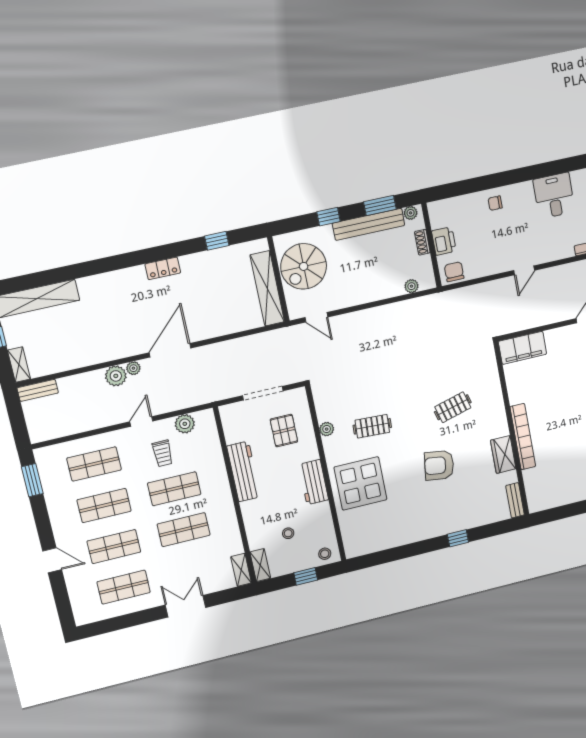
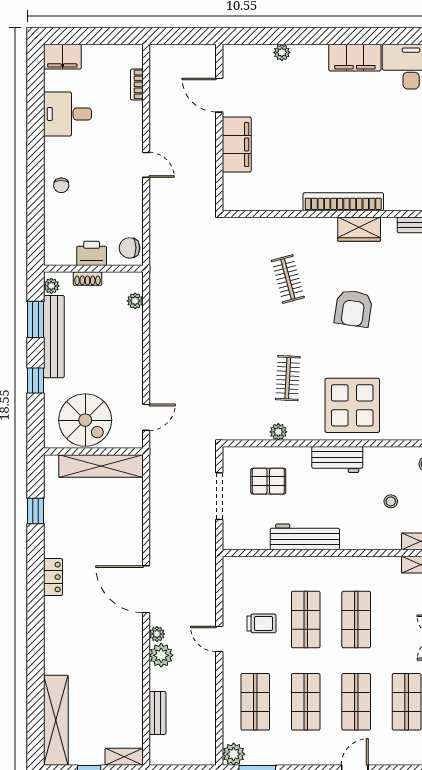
filing cabinet: (522, 348) -> (237, 144), moved
bench: (38, 390) -> (157, 713), moved
plant: (185, 424) -> (234, 754), moved

